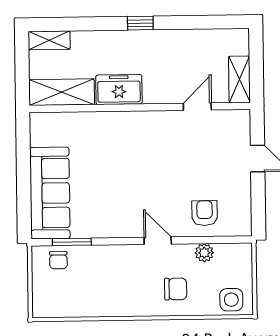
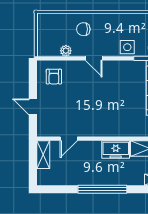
window: (140, 23) -> (102, 189), width x3.17
armchair: (205, 213) -> (54, 77), moved
side table: (231, 300) -> (127, 47), moved

